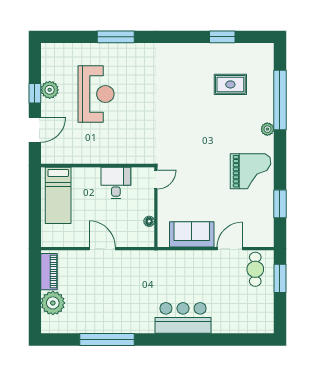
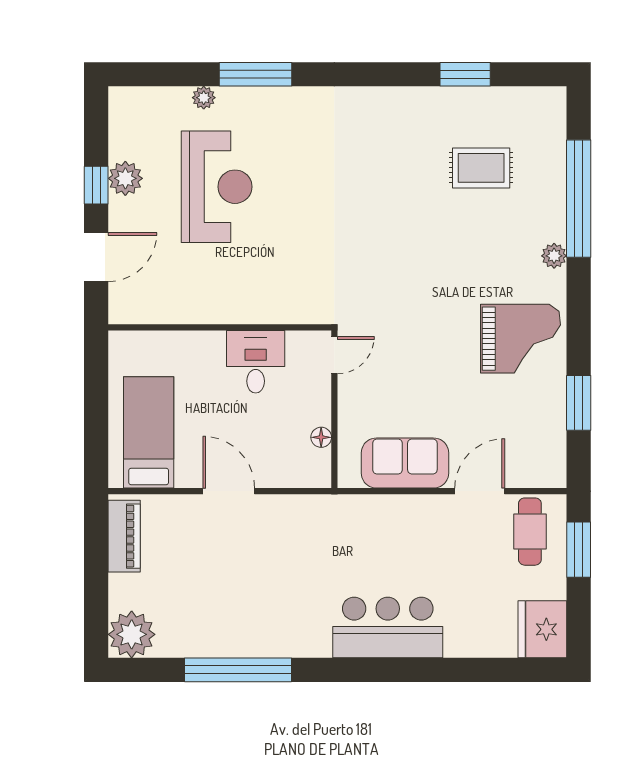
plant: (90, 49) -> (204, 98), added
bed: (58, 195) -> (149, 432), moved, turned 180
plant: (53, 303) -> (132, 634), moved
fridge: (262, 319) -> (542, 629), added

